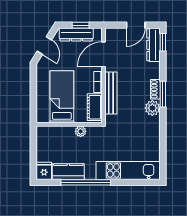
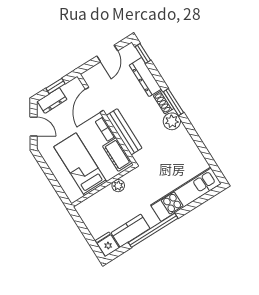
dresser: (76, 34) -> (52, 100), width x0.70
dresser: (154, 45) -> (145, 77), moved

